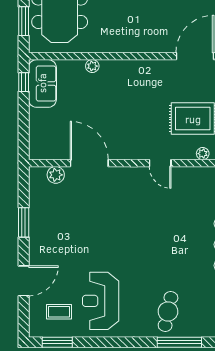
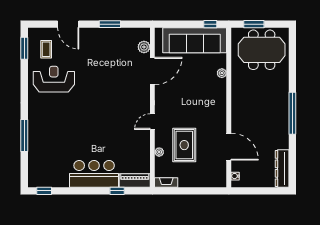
sofa: (42, 83) -> (195, 40), width x1.85, depth x1.27
cafe table: (168, 311) -> (46, 127), removed

